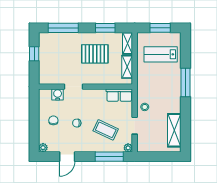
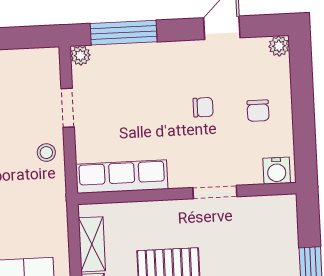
water cooler: (58, 94) -> (277, 171), moved
row of seats: (119, 95) -> (122, 177), width x1.48
coffee table: (106, 130) -> (135, 95), removed

